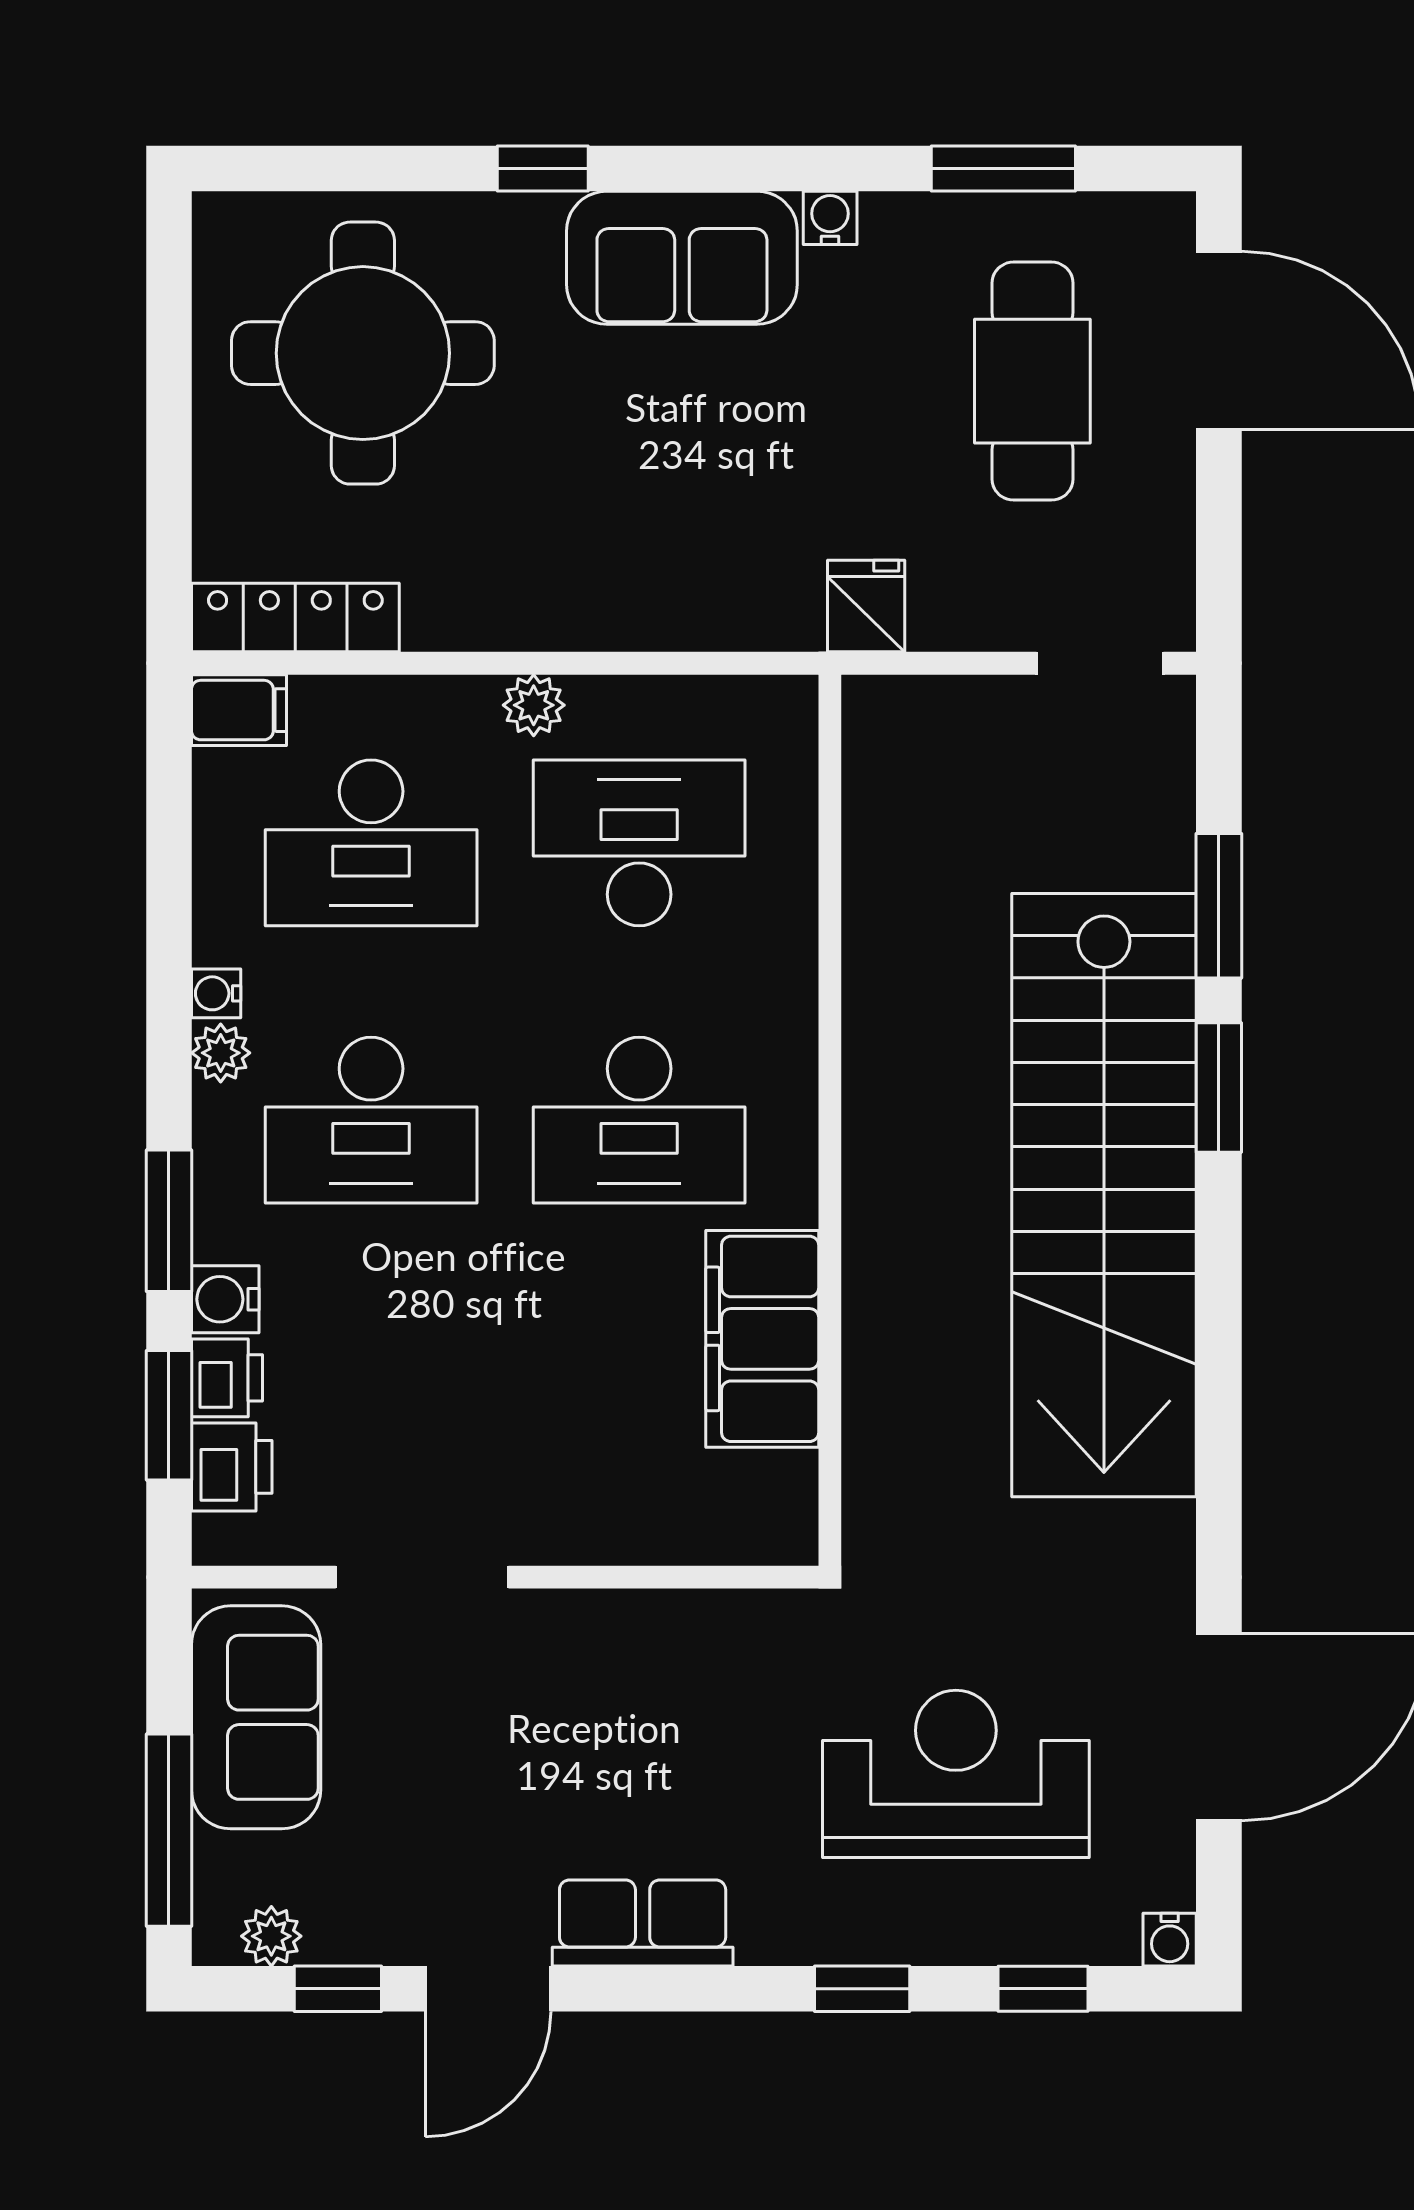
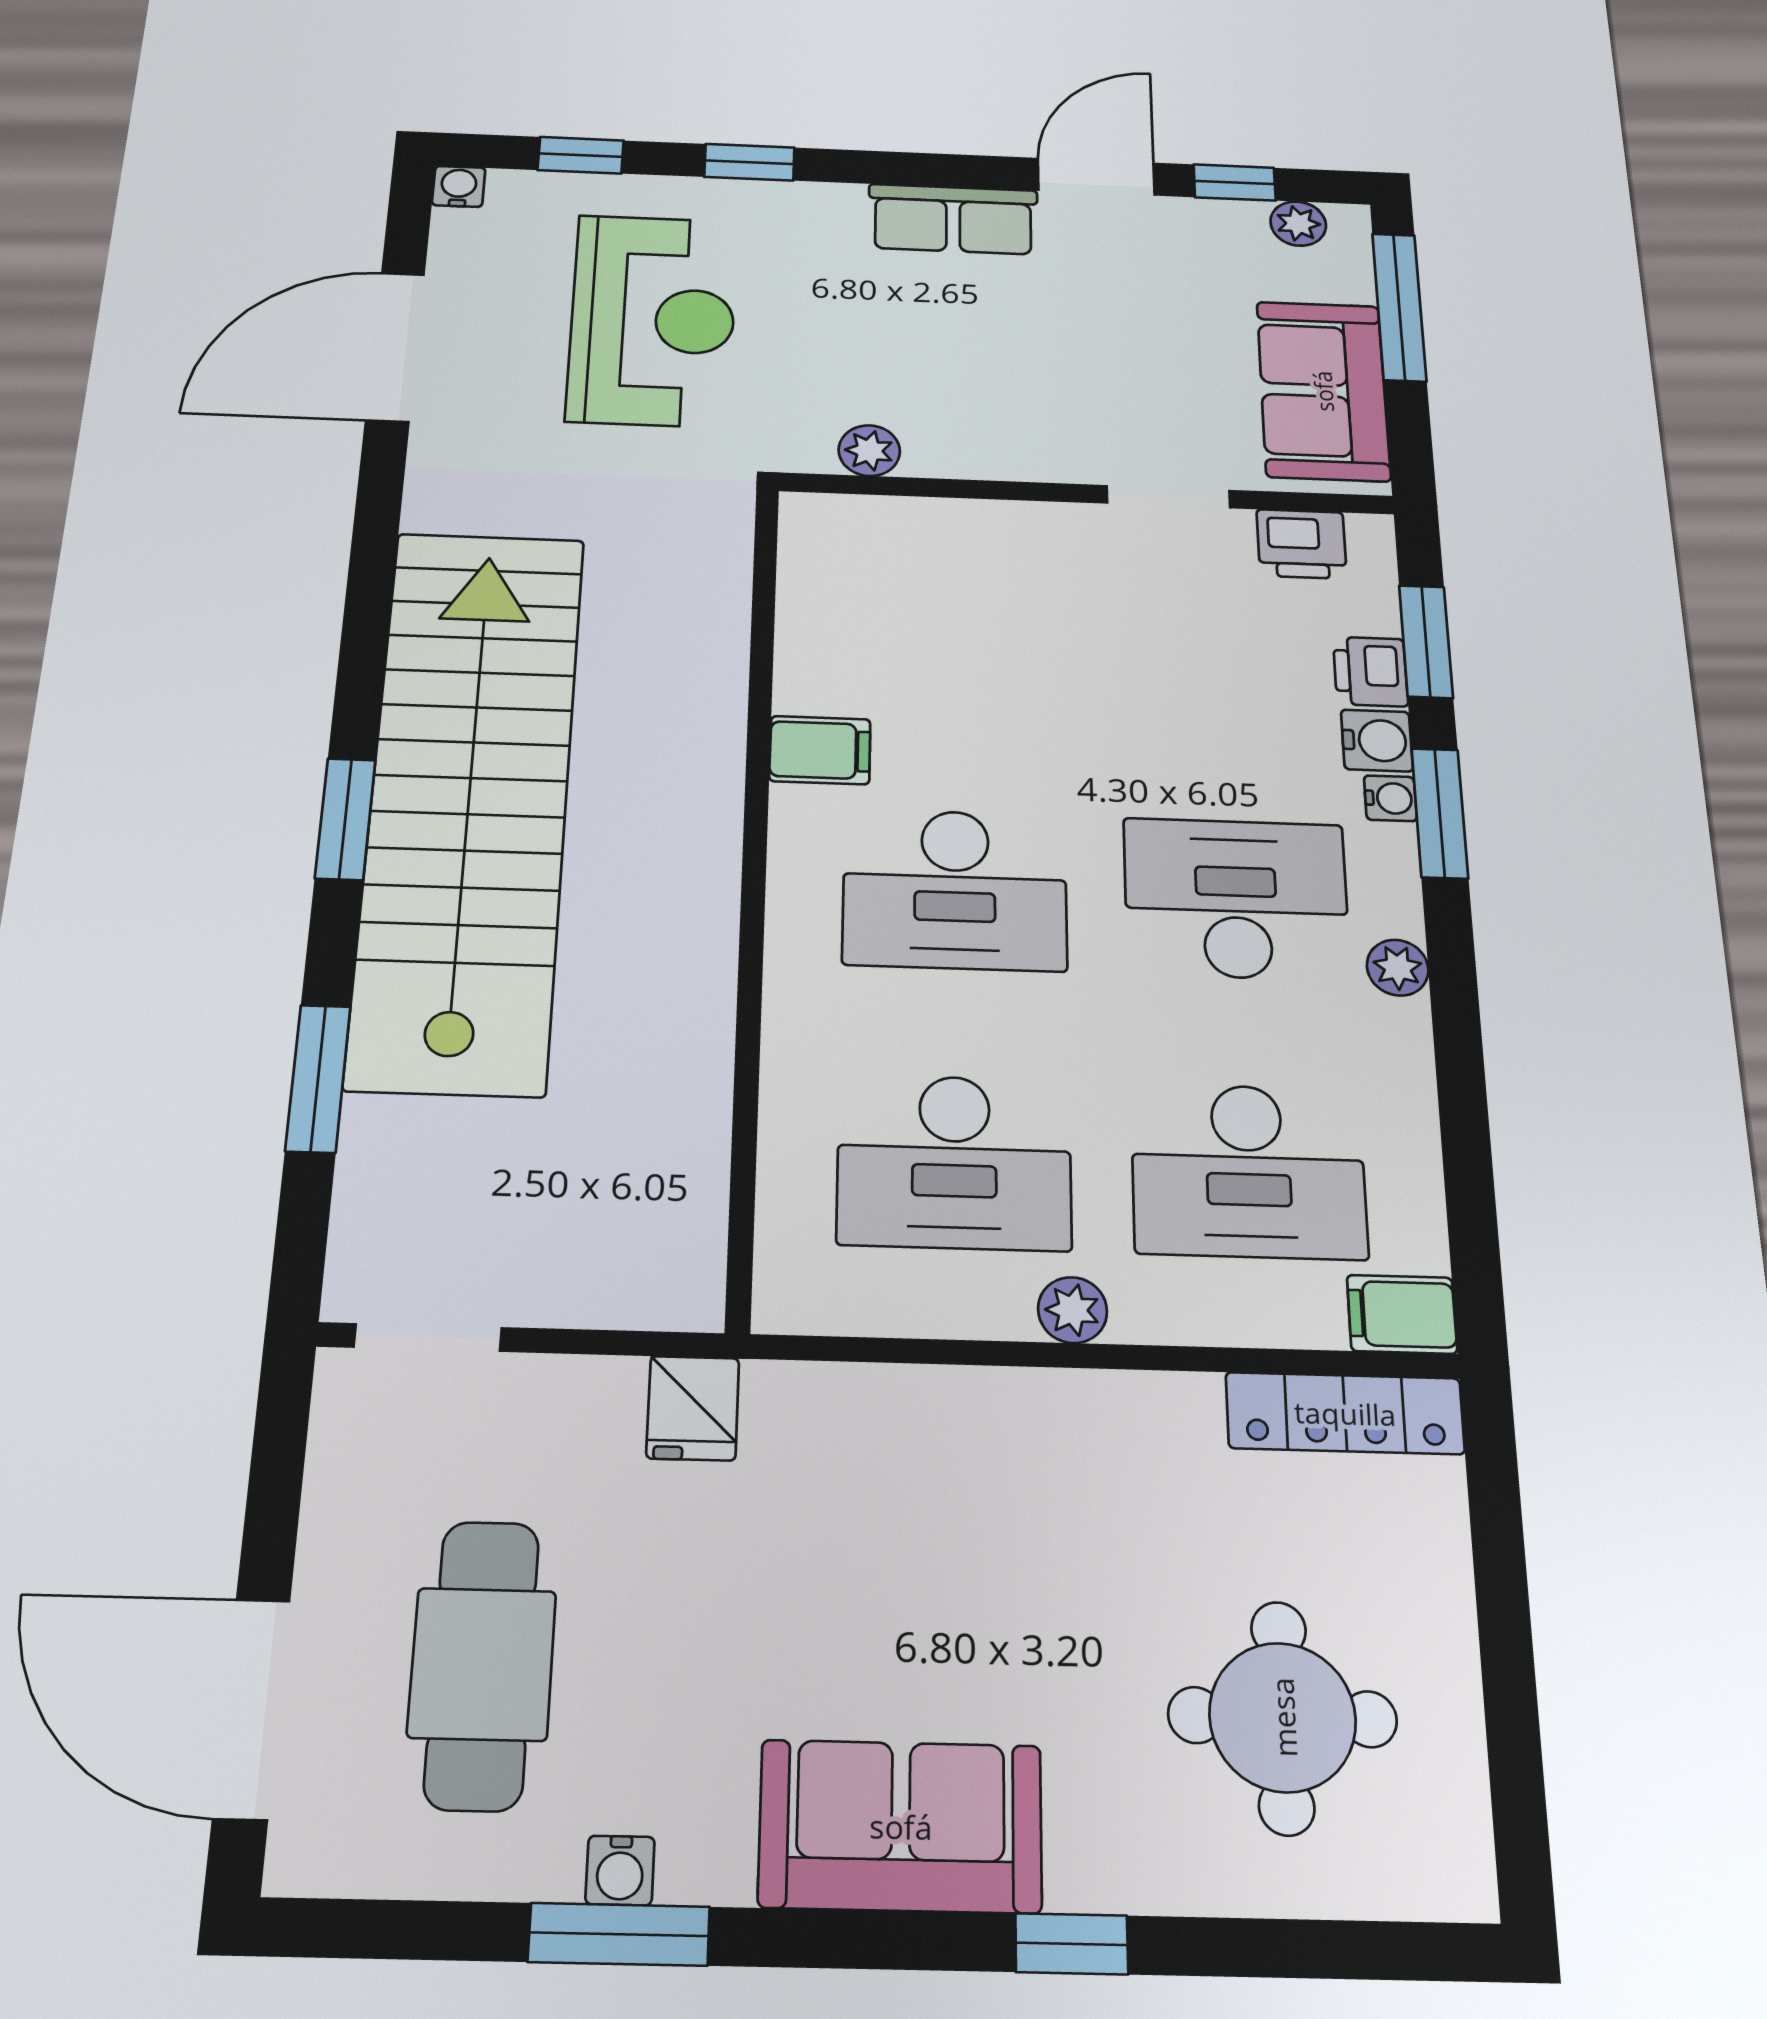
window: (1003, 168) -> (619, 1934), moved
water cooler: (830, 218) -> (620, 1870), moved
round table: (363, 353) -> (1283, 1717), width x0.73, depth x0.73
desk: (371, 843) -> (1248, 1171), turned 180
water cooler: (216, 993) -> (1390, 798), moved
window: (1219, 1088) -> (345, 819), moved
desk: (639, 1120) -> (955, 889), turned 180
filing cabinet: (762, 1339) -> (820, 750), width x0.33, depth x0.86
printer: (232, 1467) -> (1302, 544), moved, turned -90
doorway: (422, 1577) -> (1168, 497), width x0.73
plant: (728, 1620) -> (869, 451), added
reception desk: (956, 1774) -> (653, 320), turned -90

